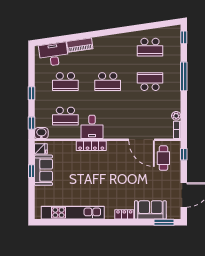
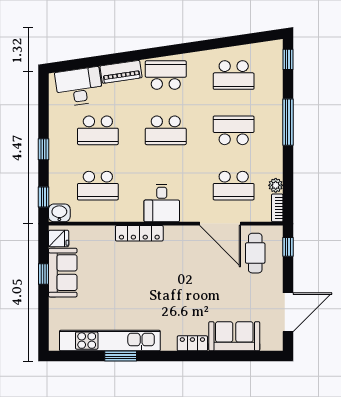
school desk: (108, 47) -> (166, 75), added
school desk: (150, 116) -> (234, 186), added
desk: (92, 127) -> (162, 203), moved
window: (164, 222) -> (121, 356), moved

